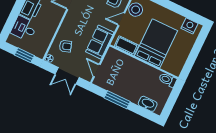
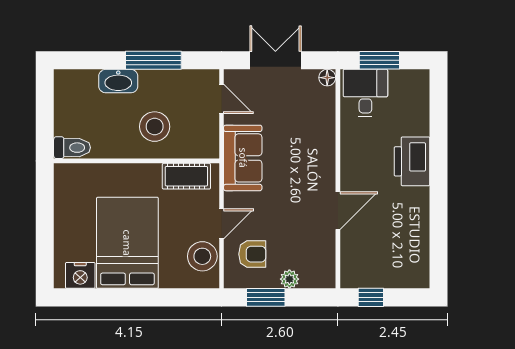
desk: (24, 28) -> (365, 93), moved, turned -90
bed: (156, 43) -> (127, 243), moved, turned 180
armchair: (65, 46) -> (307, 117), removed
stool: (130, 72) -> (155, 127), added
washbasin: (148, 104) -> (118, 81), moved

